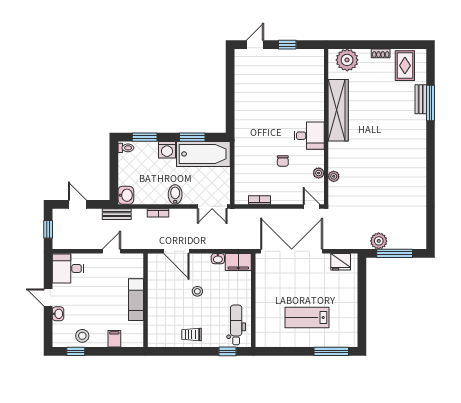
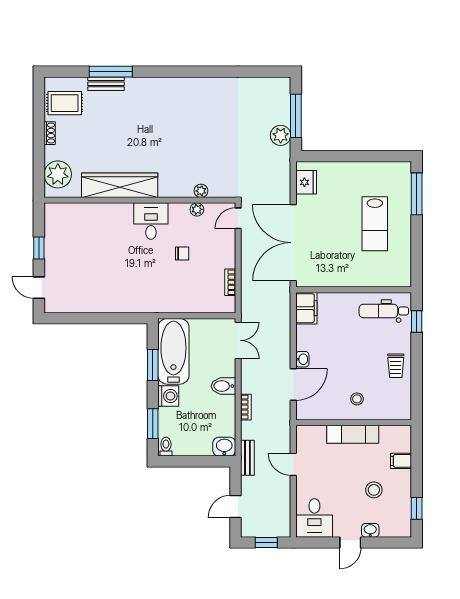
washbasin: (218, 259) -> (302, 359), moved
stool: (197, 291) -> (357, 399), moved
stool: (82, 336) -> (374, 490), moved

